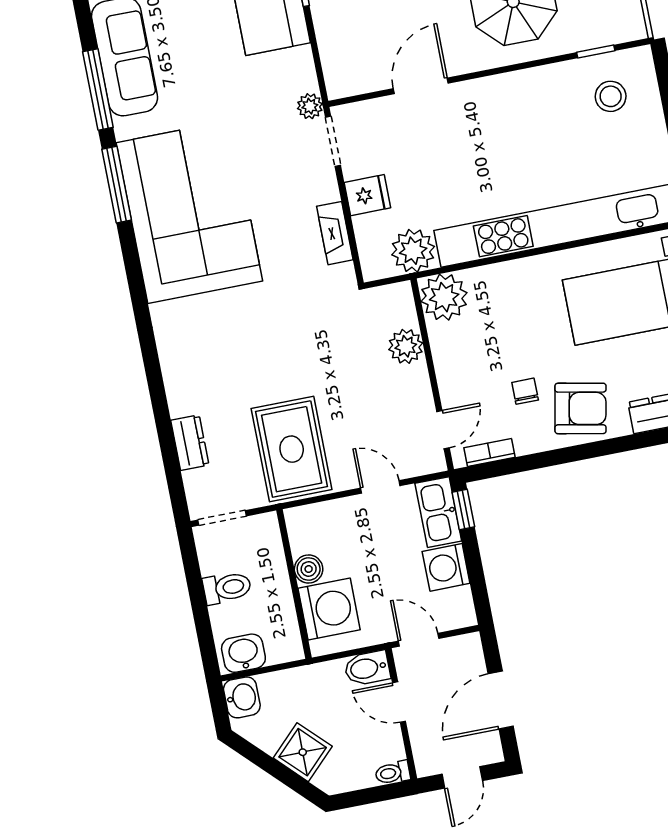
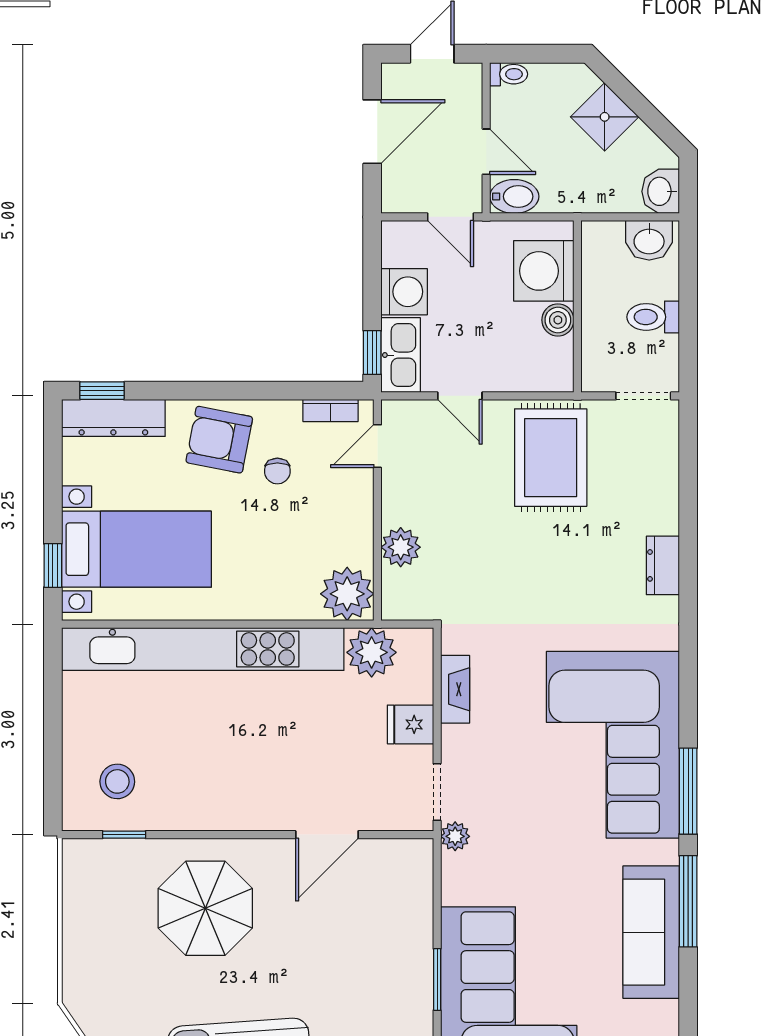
dresser: (190, 443) -> (663, 565), moved

